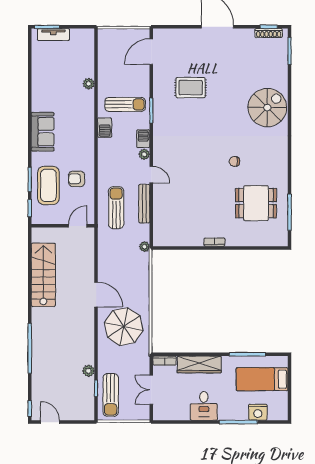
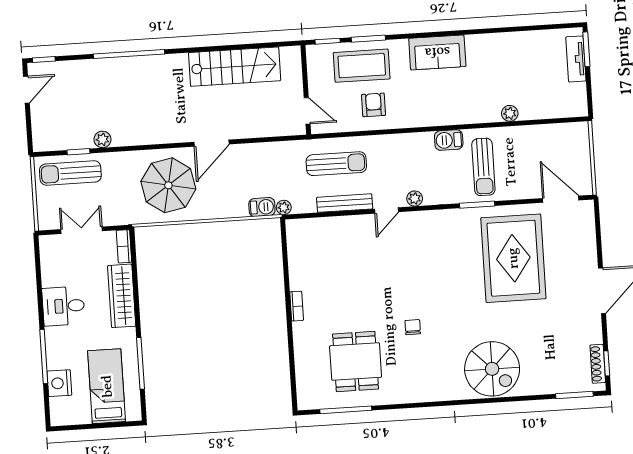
rug: (191, 88) -> (513, 258), width x1.86, depth x2.06
barbecue: (143, 139) -> (262, 207), moved

